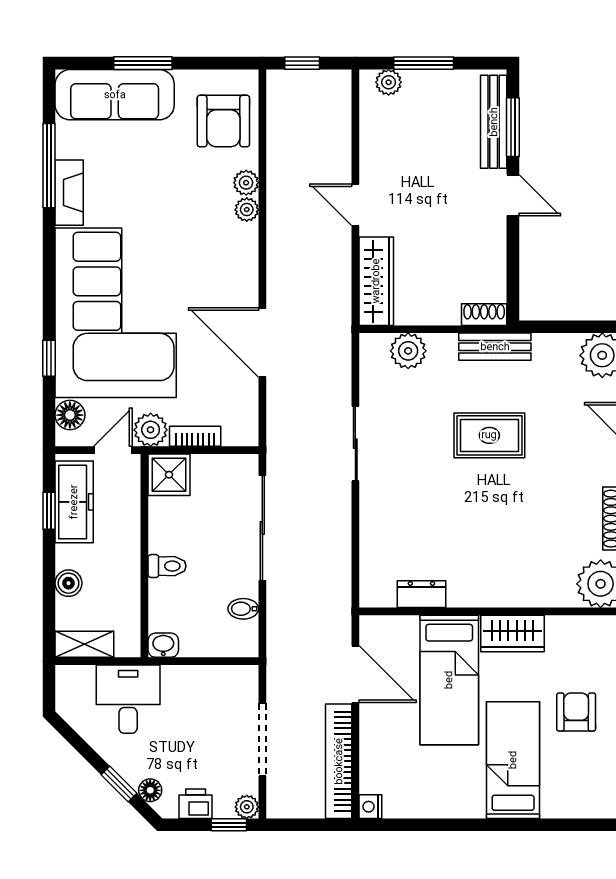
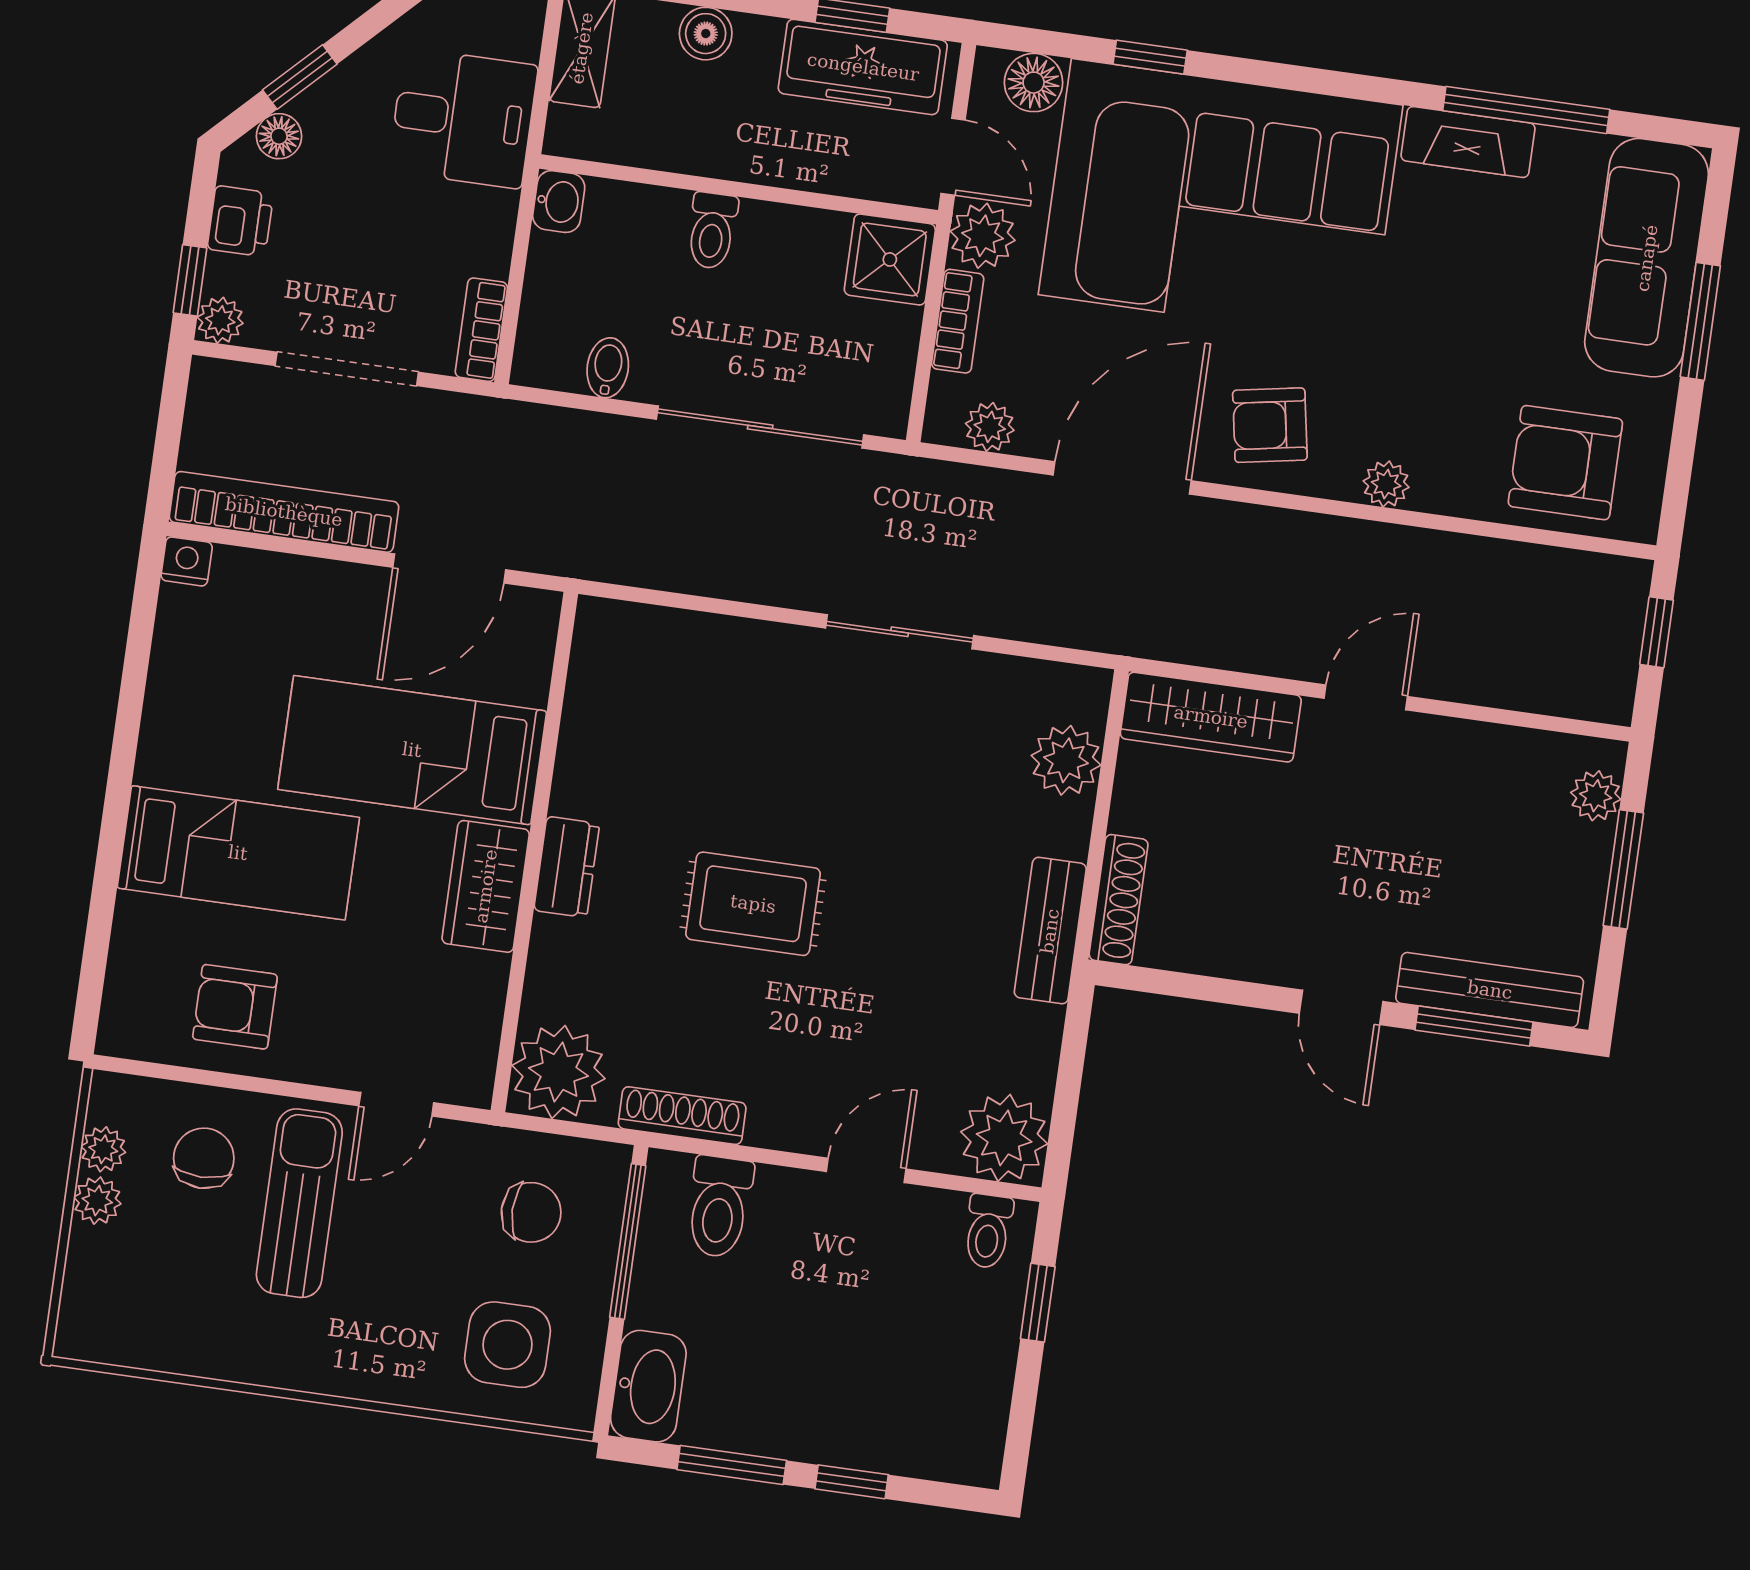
plant: (246, 183) -> (990, 427), moved
door: (513, 195) -> (1341, 1007), hinge flipped
armchair: (225, 272) -> (1270, 425), added
shoe rack: (484, 315) -> (1119, 900), width x1.43
rug: (489, 435) -> (753, 904), moved, turned 90
dresser: (421, 594) -> (567, 867), moved
bookcase: (233, 675) -> (481, 330), added
armchair: (576, 712) -> (235, 1007), moved, turned 180

